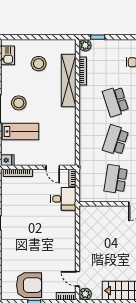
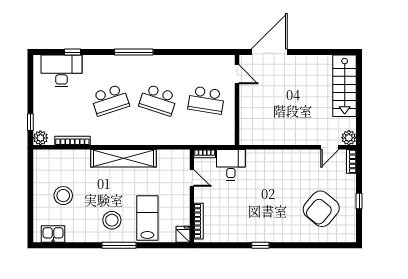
shelving: (69, 81) -> (123, 158), moved
door: (53, 167) -> (192, 178), hinge flipped
armchair: (29, 285) -> (321, 209), moved, turned -140

